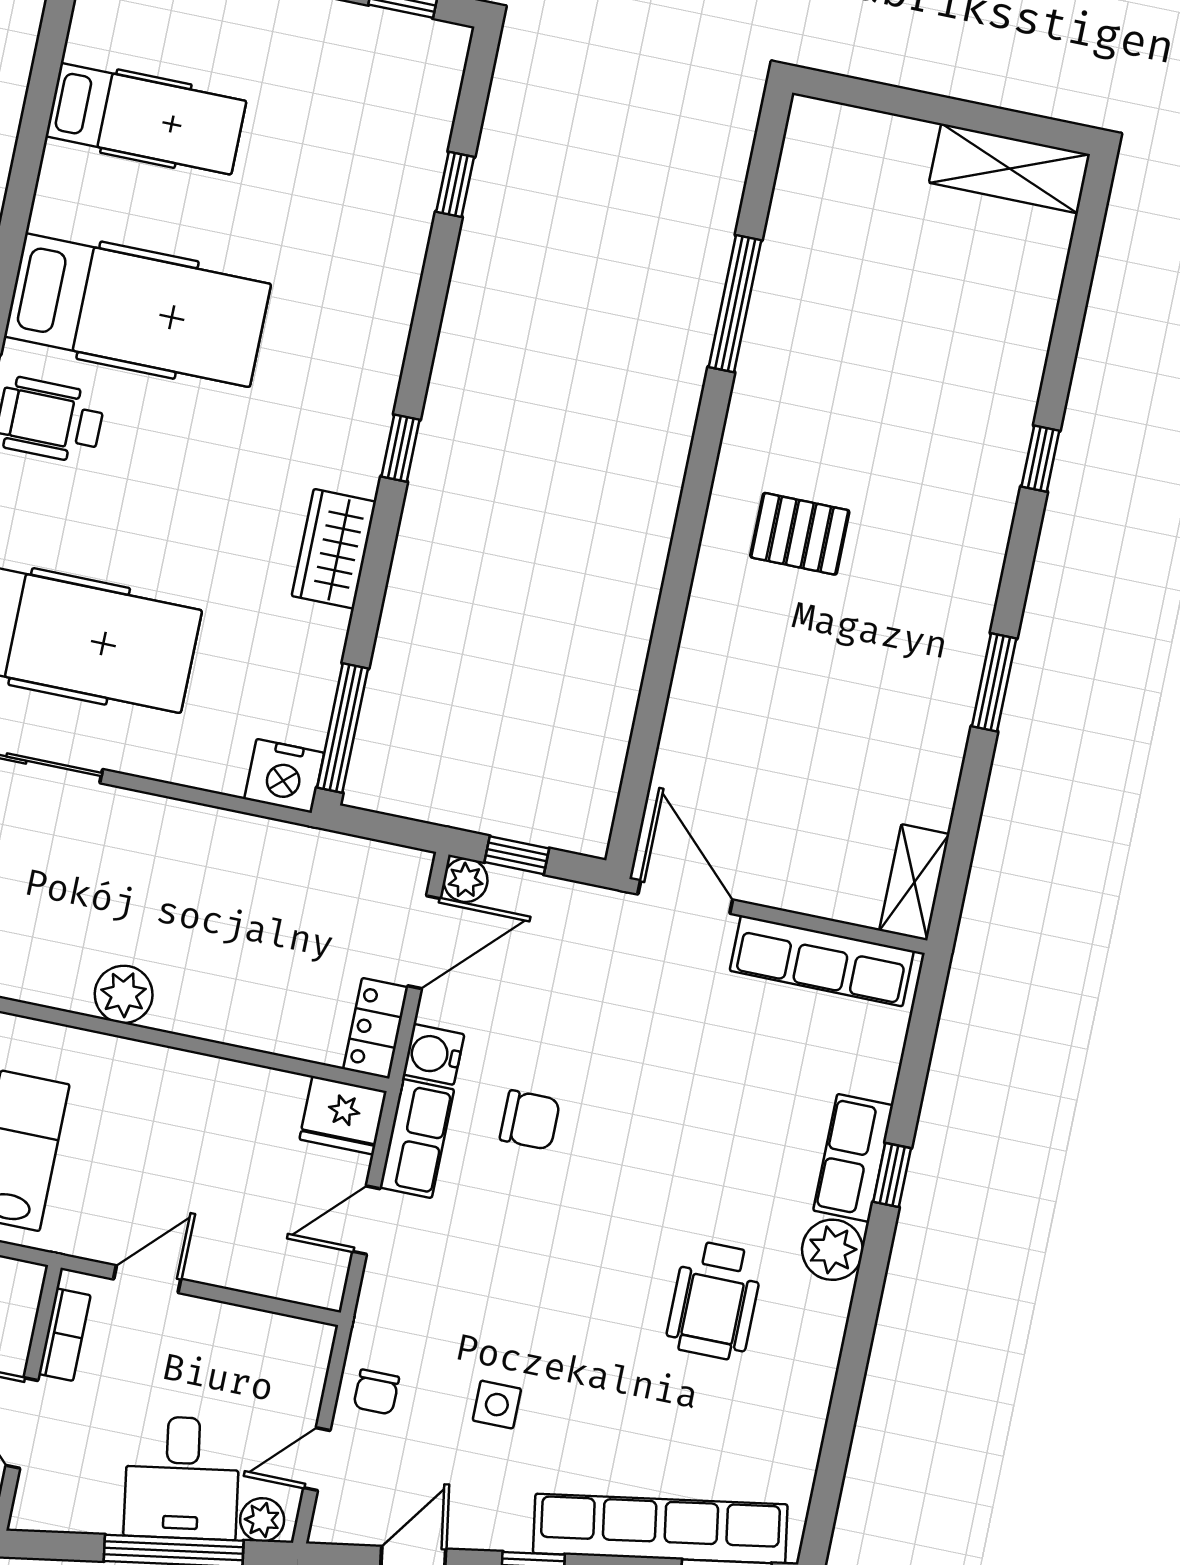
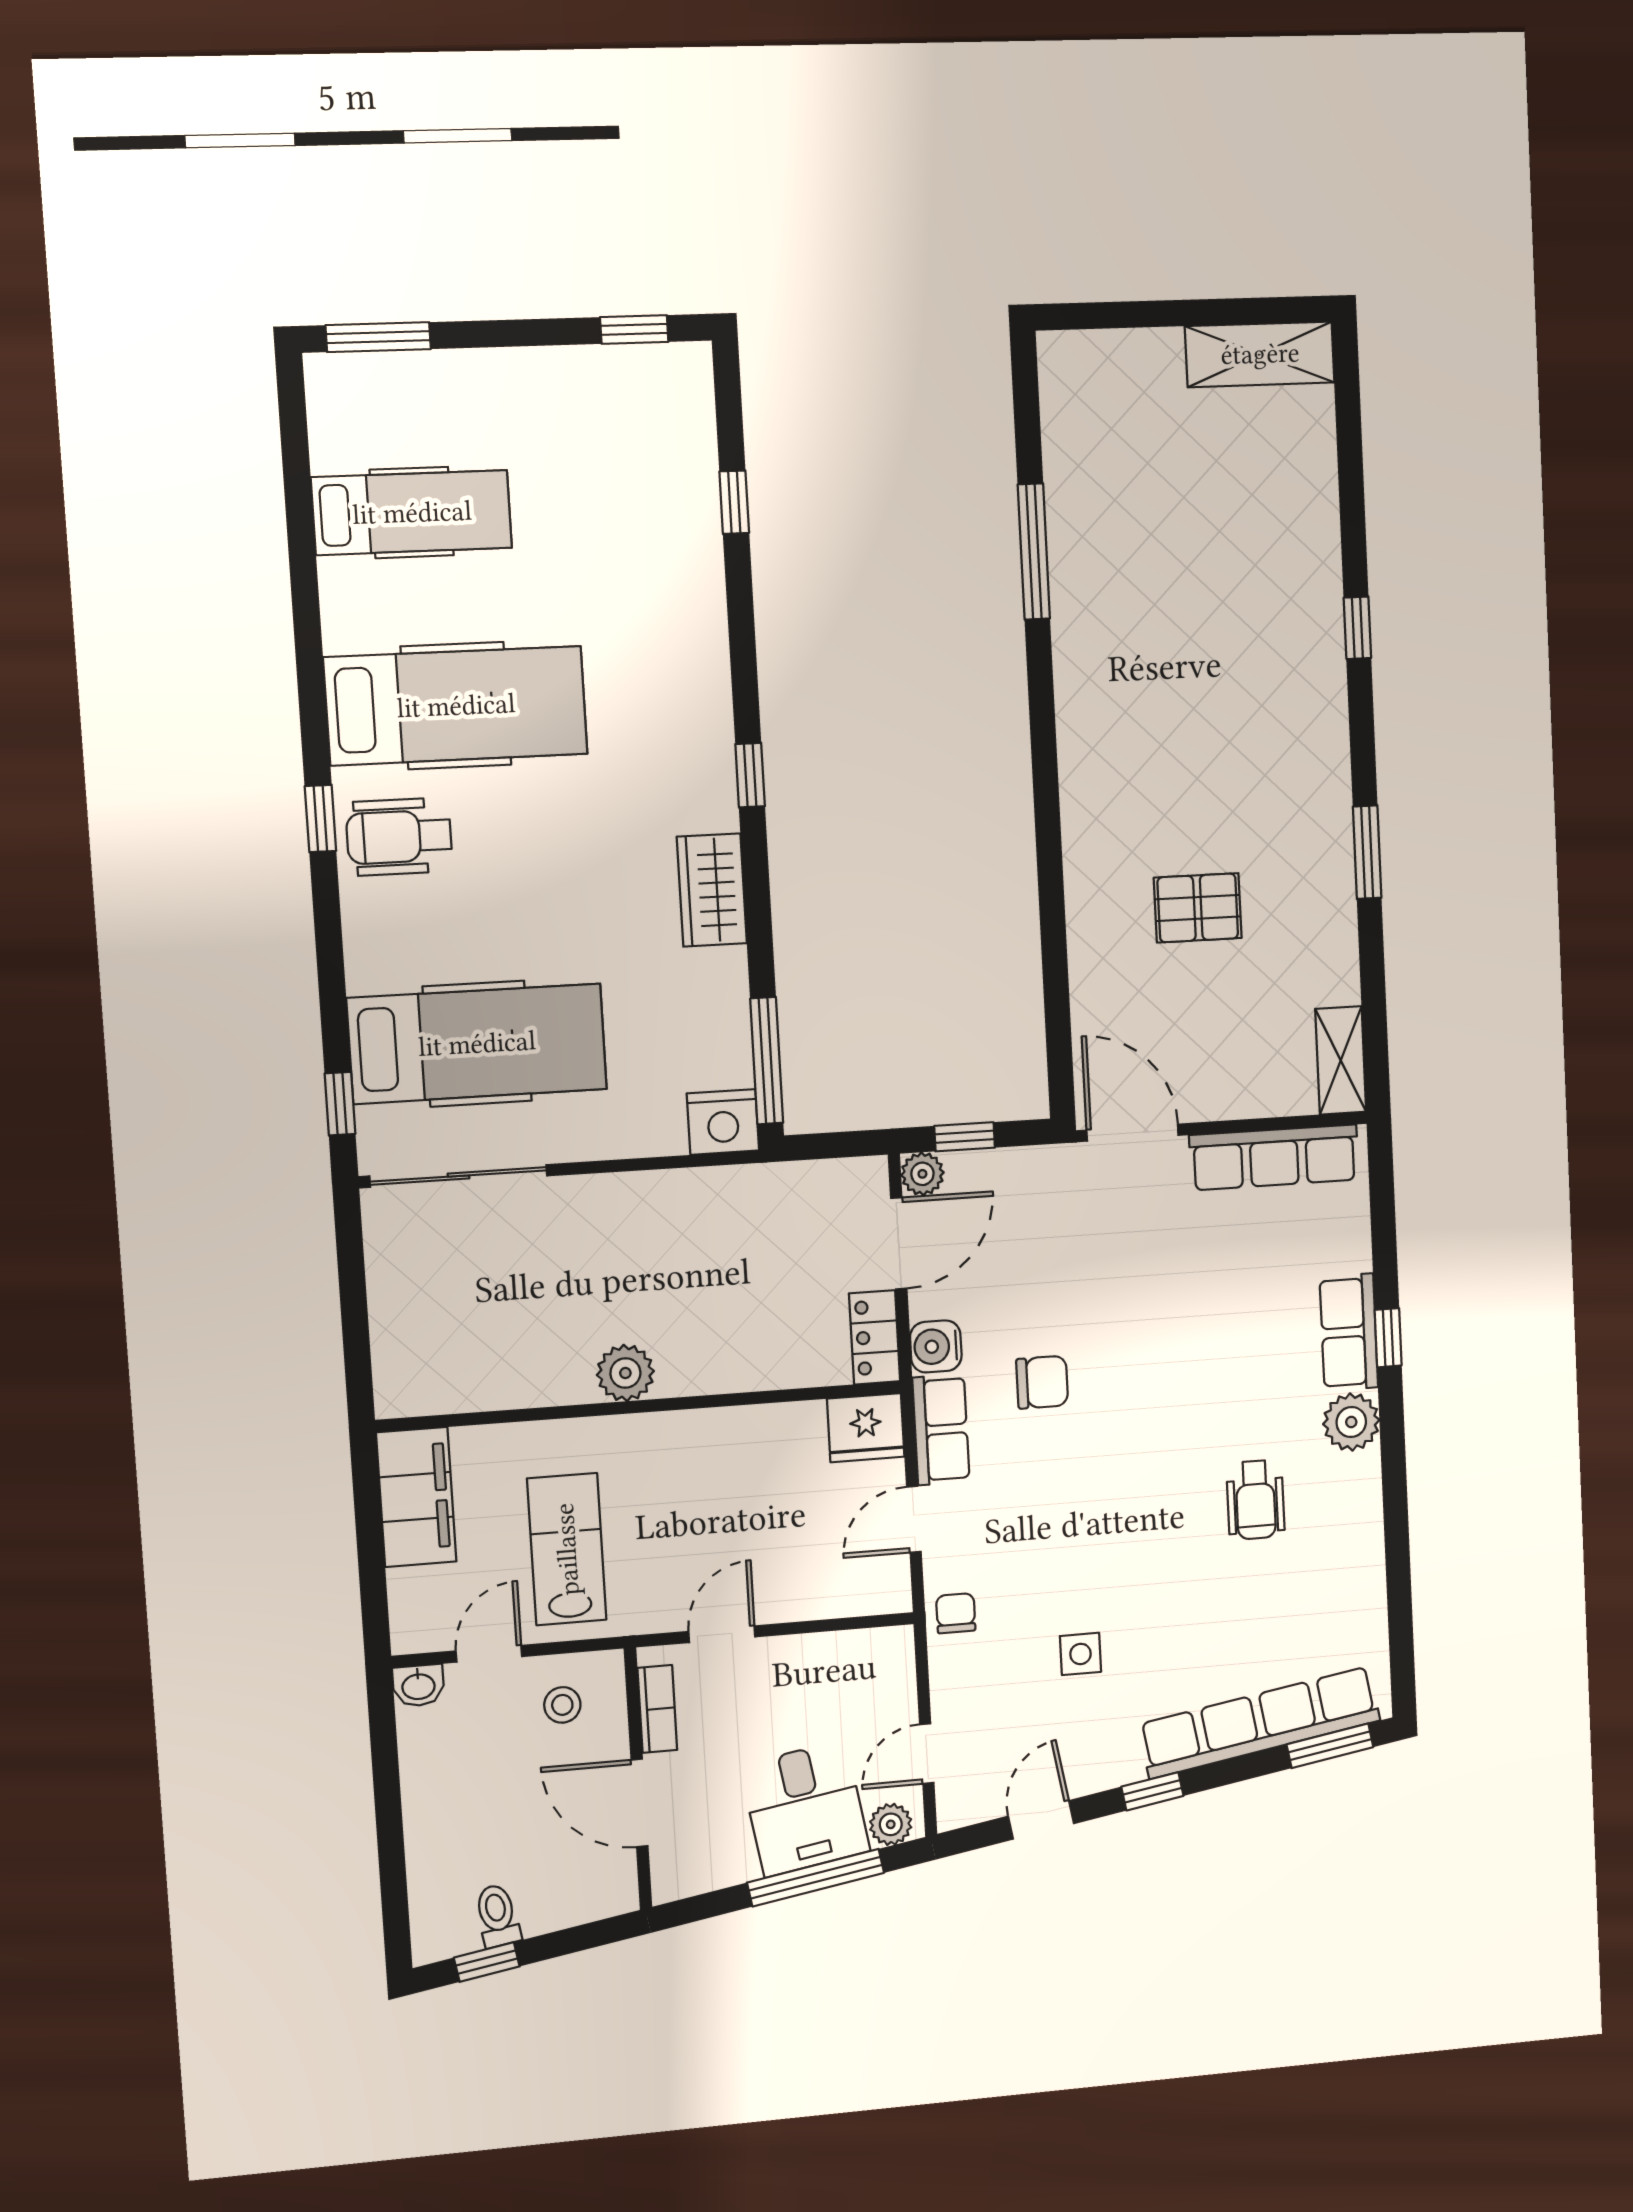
pallet: (800, 534) -> (1198, 908), moved
wheelchair: (714, 1300) -> (1256, 1500), width x0.73, depth x0.73
chair: (376, 1392) -> (956, 1613), moved, turned 180

